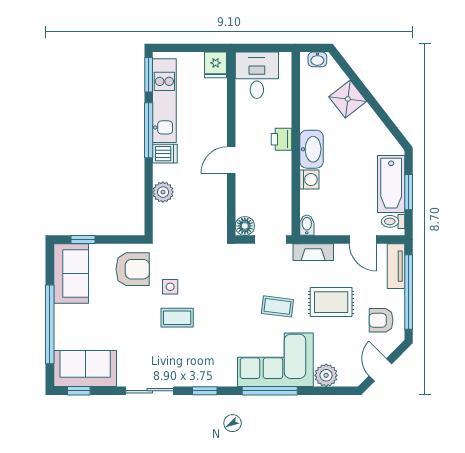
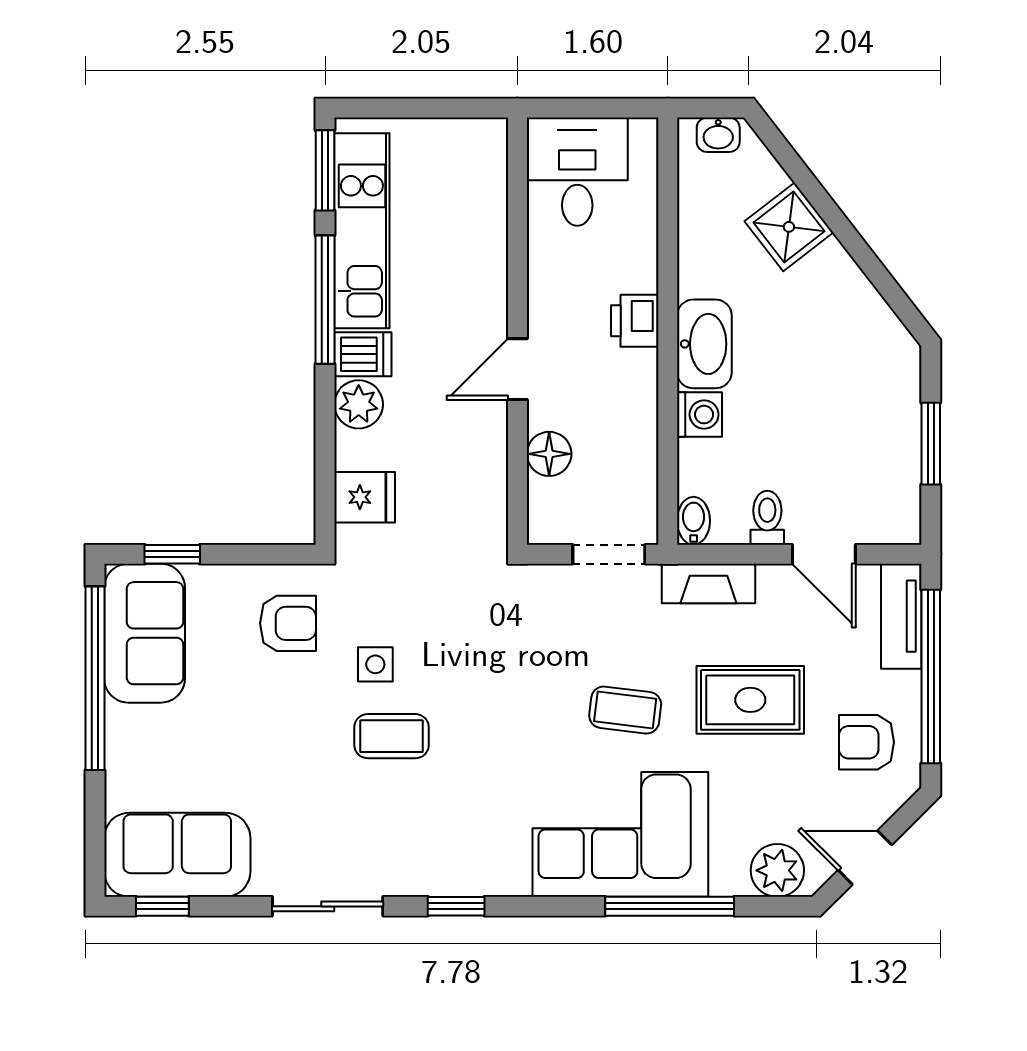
fridge: (216, 65) -> (365, 497), moved, turned -90
bathtub: (391, 184) -> (890, 425), removed
plant: (163, 192) -> (359, 404), moved
toilet: (393, 221) -> (767, 518), moved, turned 90
floor lamp: (245, 226) -> (549, 454), moved
armchair: (133, 269) -> (288, 623), width x0.72, depth x0.72
window: (50, 324) -> (95, 678), moved
door: (380, 370) -> (865, 858), hinge flipped
plant: (326, 375) -> (777, 870), moved
window: (270, 391) -> (670, 906), moved

